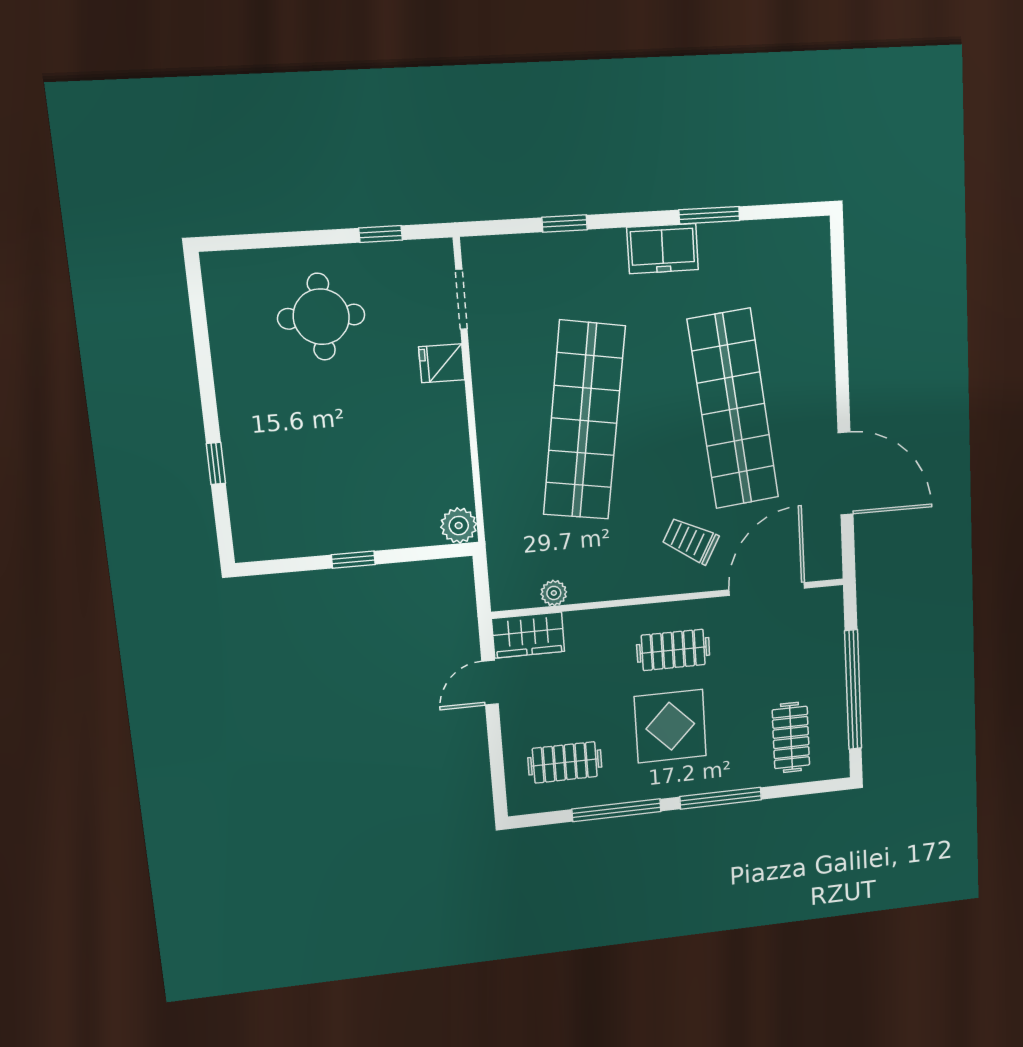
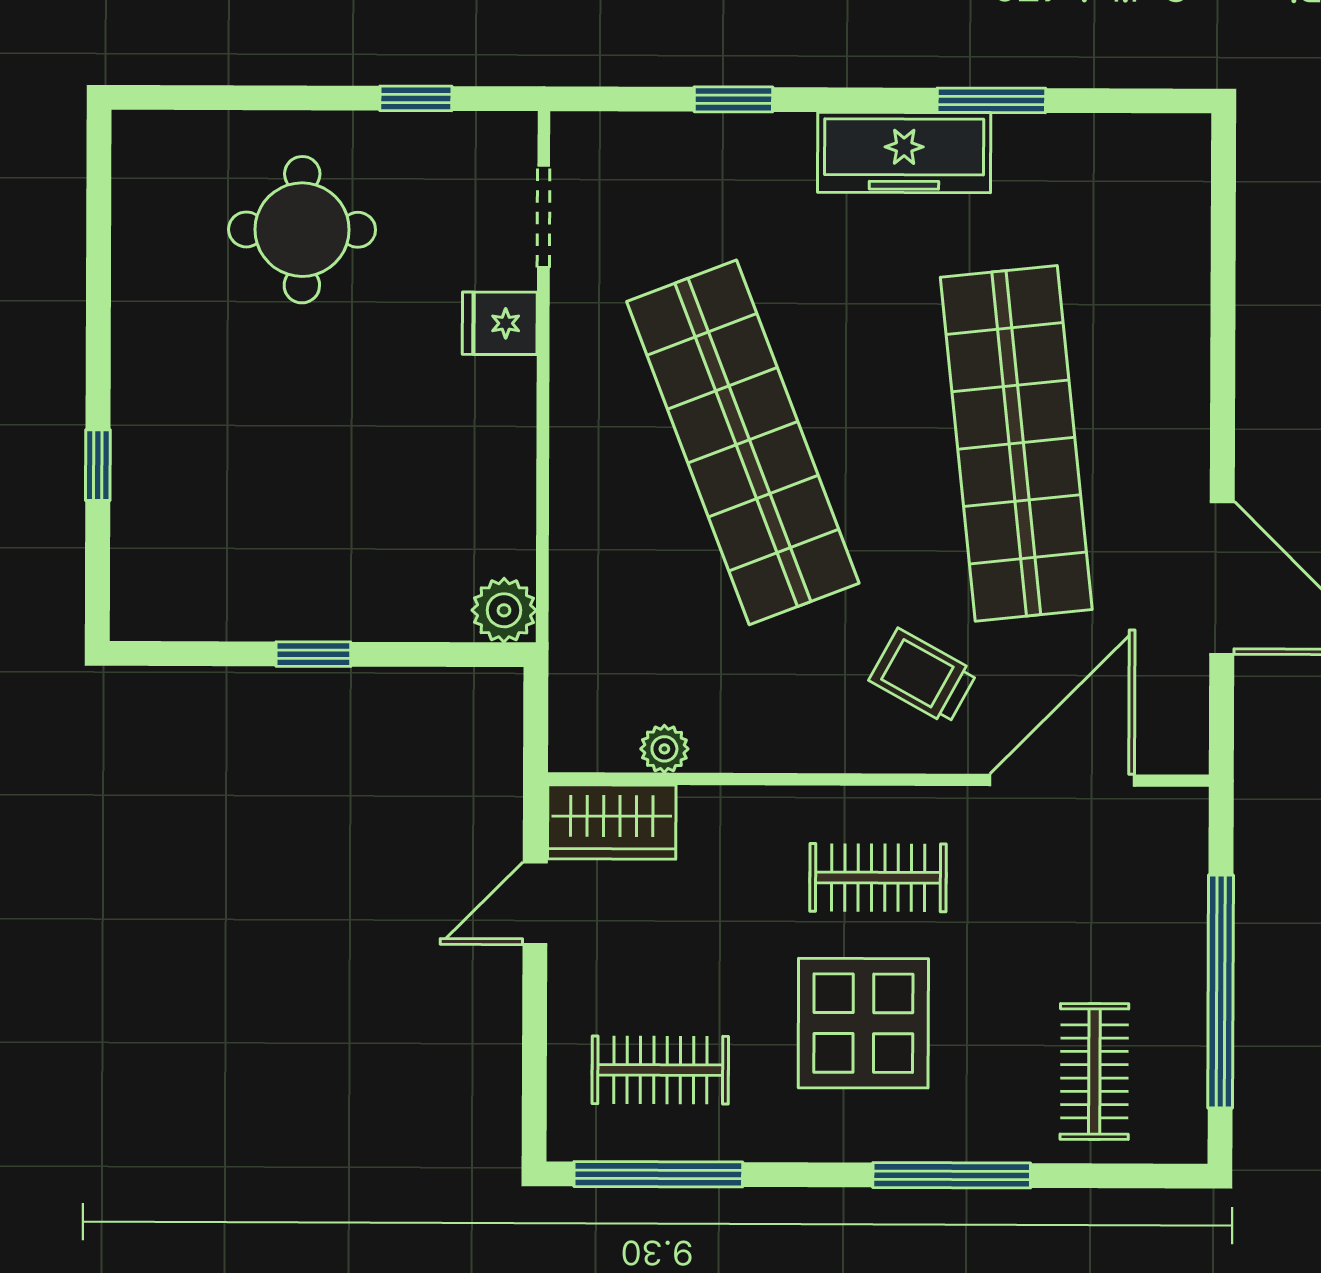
freezer: (663, 249) -> (904, 152), width x1.40
shop shelf: (584, 421) -> (743, 442), turned -30
window: (617, 810) -> (658, 1174), moved

